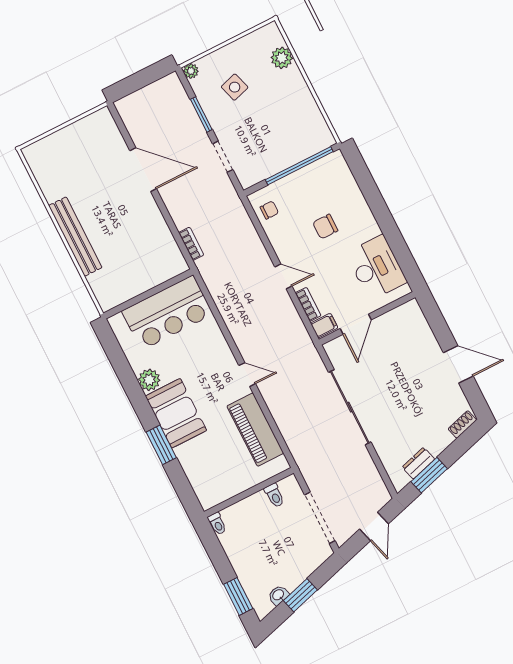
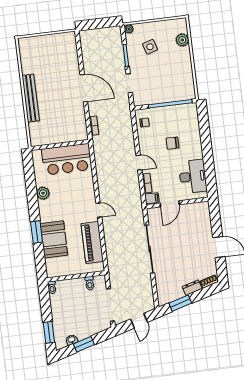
door: (143, 170) -> (84, 88), moved
booth: (176, 413) -> (54, 239), moved
dresser: (418, 463) -> (192, 288), moved

